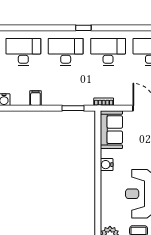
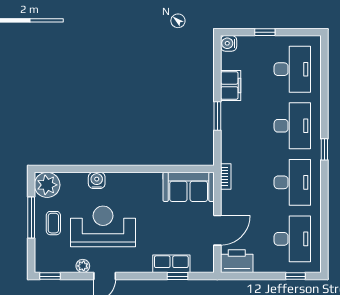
filing cabinet: (35, 98) -> (231, 85), width x2.00
window: (73, 108) -> (217, 116), moved
water cooler: (107, 165) -> (97, 180), moved

